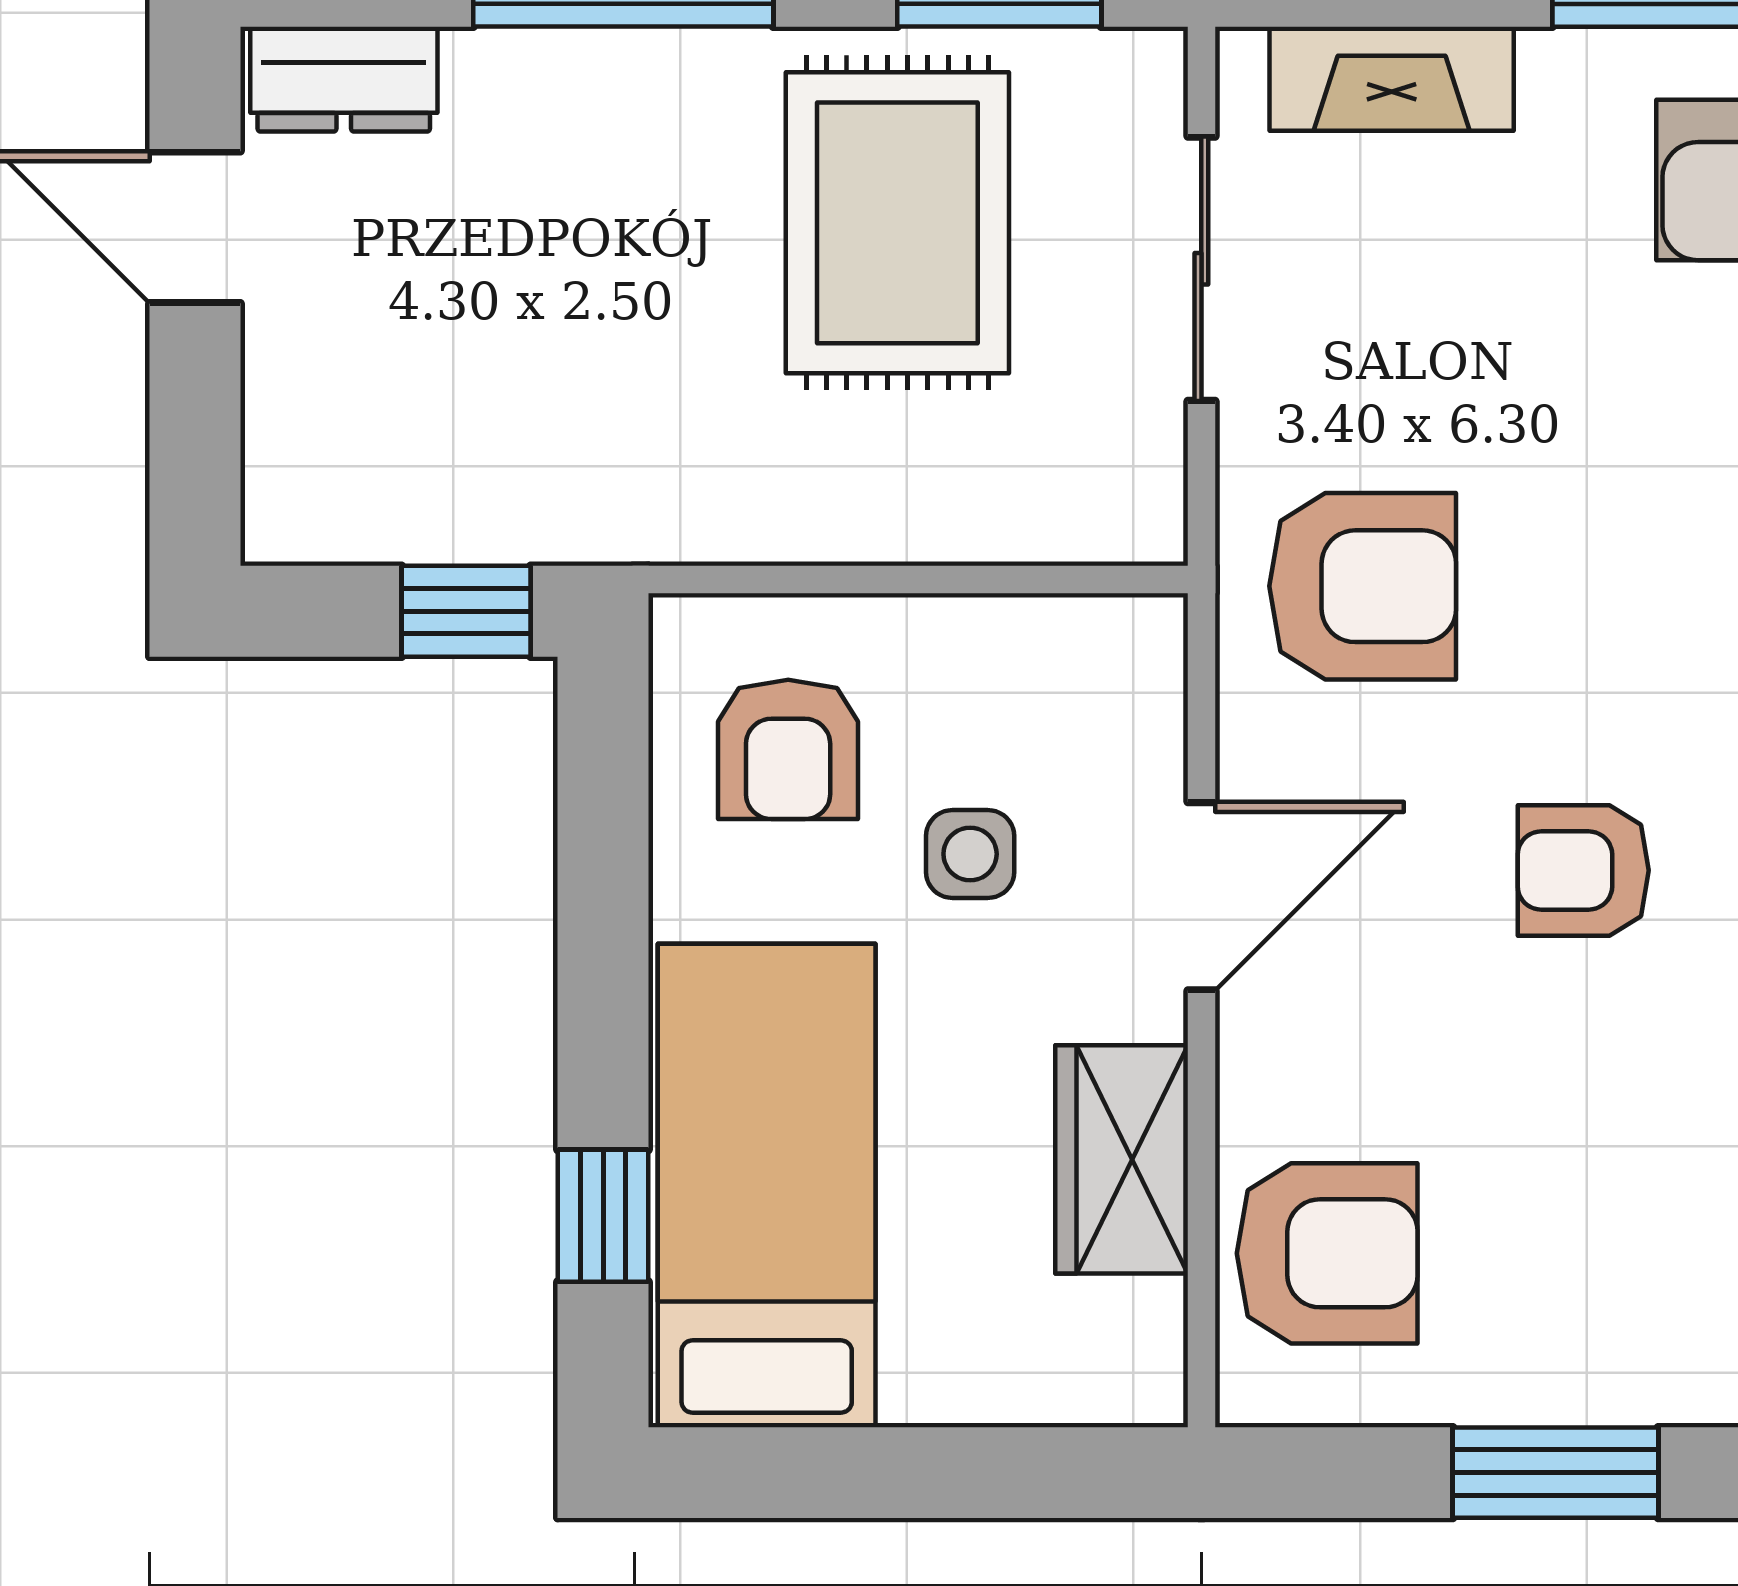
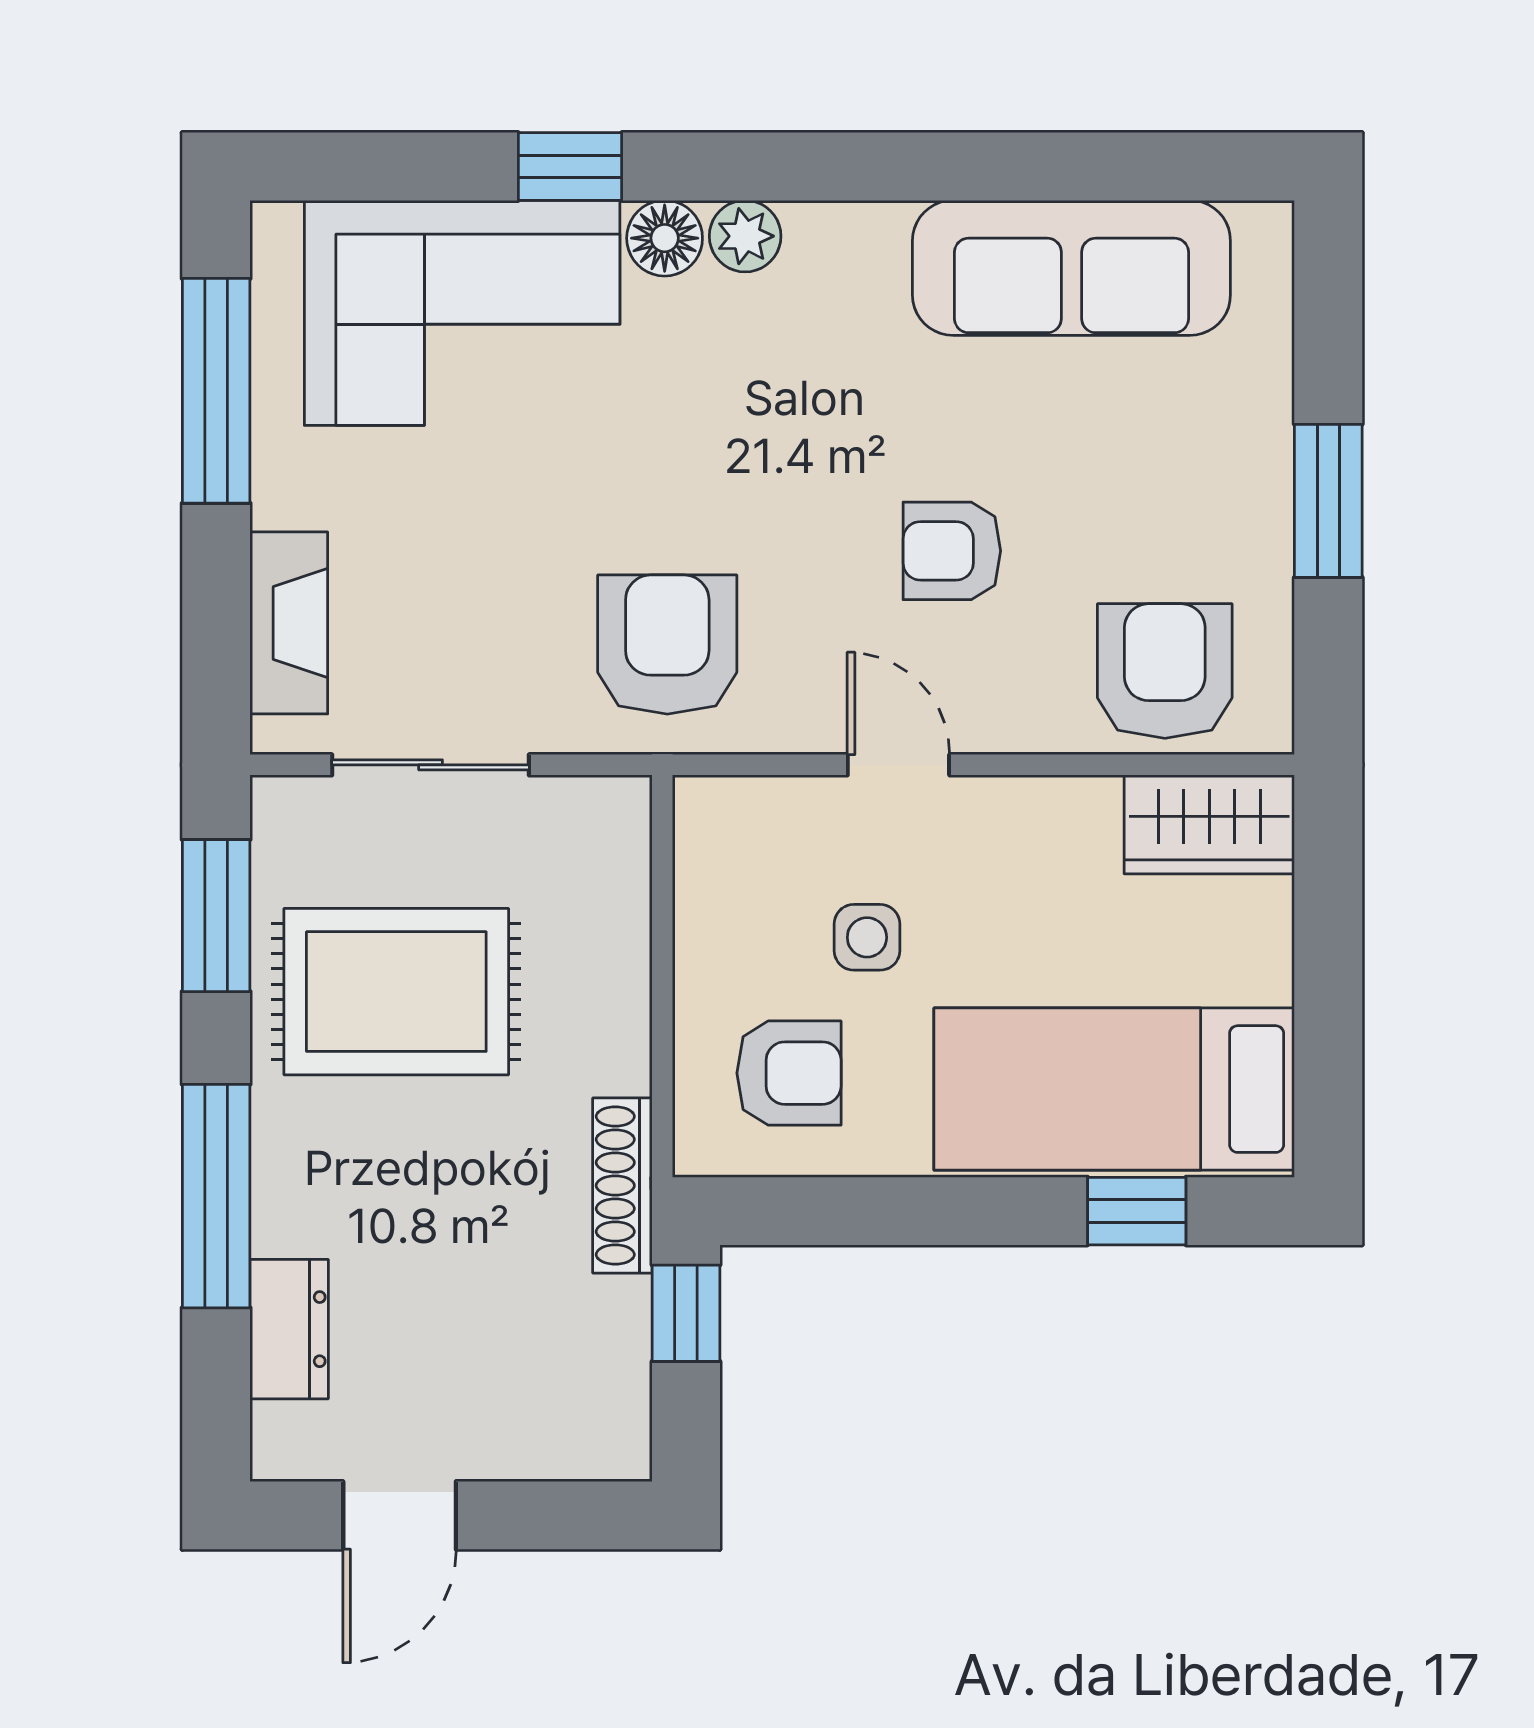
dresser: (344, 79) -> (289, 1329), moved
shoe rack: (637, 526) -> (622, 1186), added
armchair: (1583, 870) -> (952, 551), moved, turned 90
door: (1201, 896) -> (898, 765), width x0.73
wardrobe: (1122, 1159) -> (1209, 824), moved

